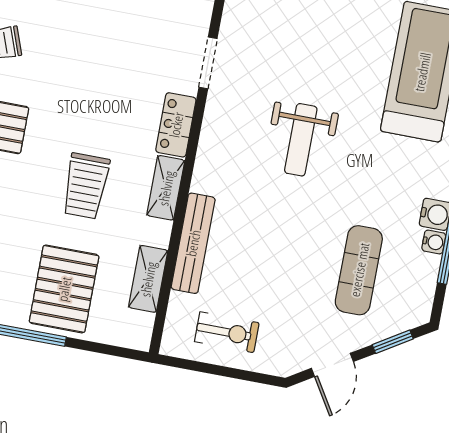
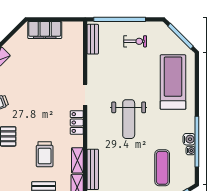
weight bench: (301, 140) -> (129, 119), width x1.36, depth x1.33
shelving: (166, 188) -> (77, 160), moved

